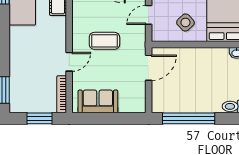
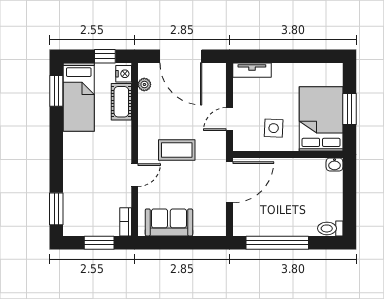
side table: (185, 22) -> (274, 128), turned 45
door: (149, 68) -> (230, 182), width x1.36
bookcase: (62, 94) -> (126, 222), width x0.64

